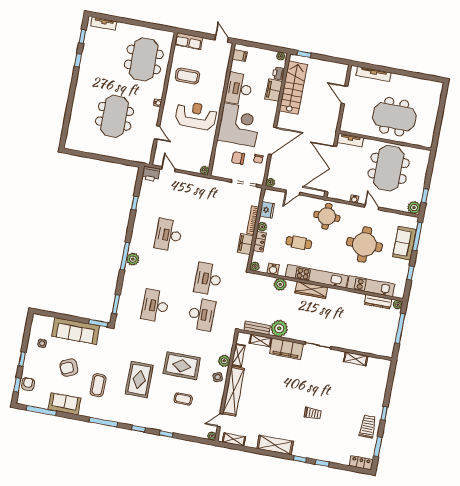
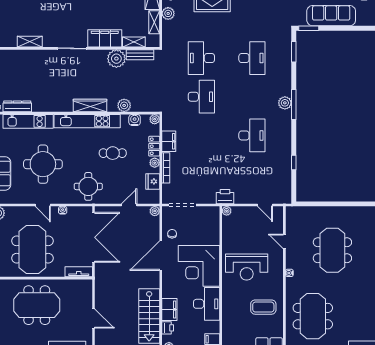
chair: (238, 158) -> (194, 230), removed
printer: (151, 174) -> (225, 197), moved

